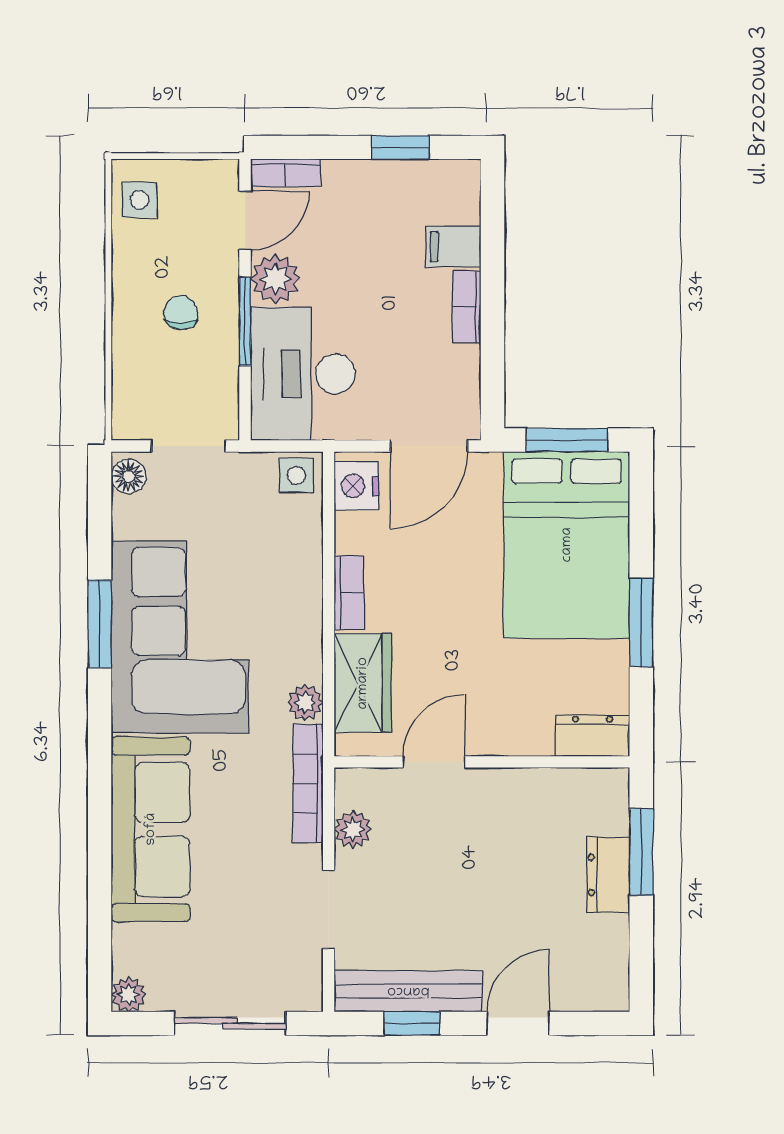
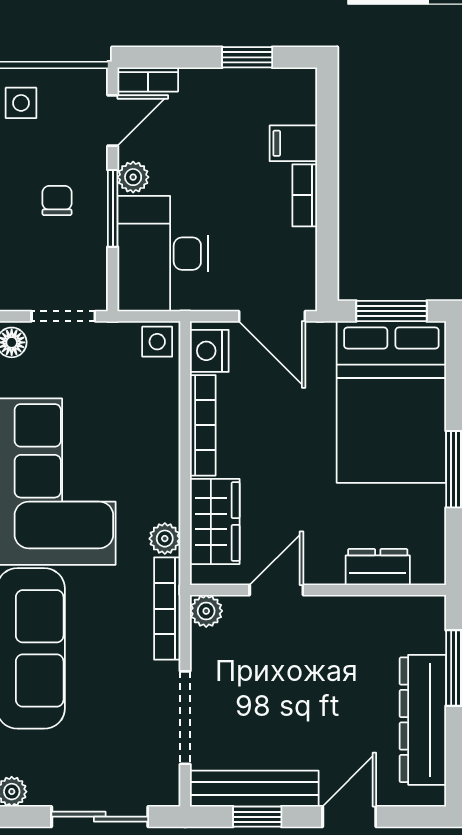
plant: (275, 279) -> (133, 177), width x0.73, depth x0.73
door: (429, 446) -> (272, 316), hinge flipped
bookcase: (349, 593) -> (203, 425), width x1.56
dresser: (592, 735) -> (378, 567), moved
plant: (353, 829) -> (206, 611), moved
dresser: (608, 875) -> (423, 720), width x1.96, depth x1.24
doorway: (329, 909) -> (185, 718), width x1.38

